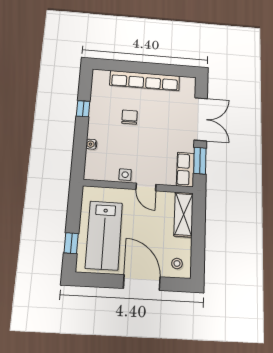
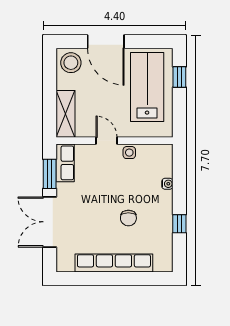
stool: (177, 263) -> (71, 63), width x1.89, depth x1.89

